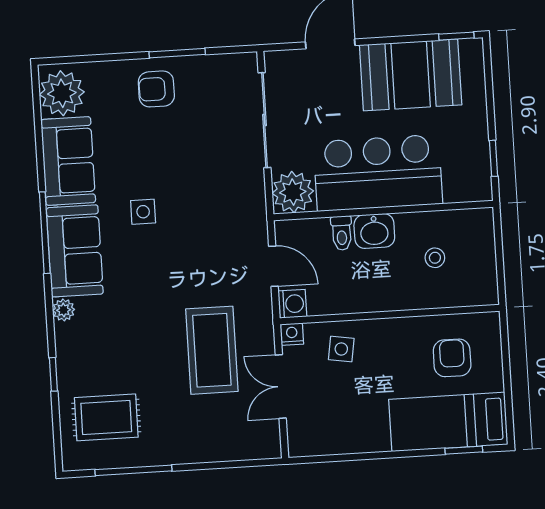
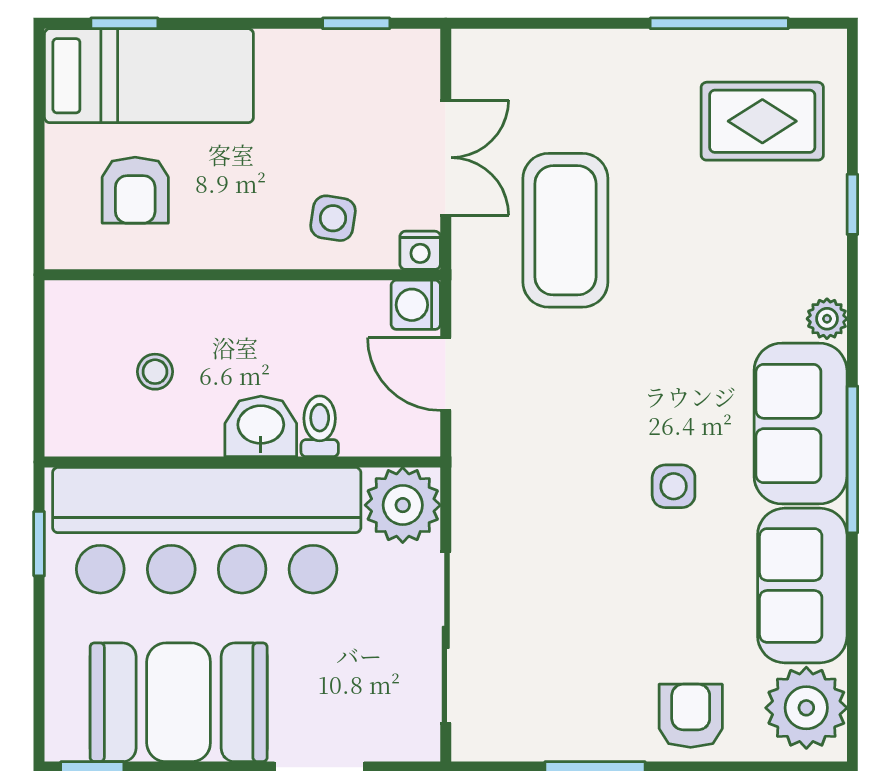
armchair: (156, 89) -> (691, 716), moved, turned -90
bar counter: (378, 173) -> (207, 530), width x1.36
window: (335, 458) -> (356, 23), added

